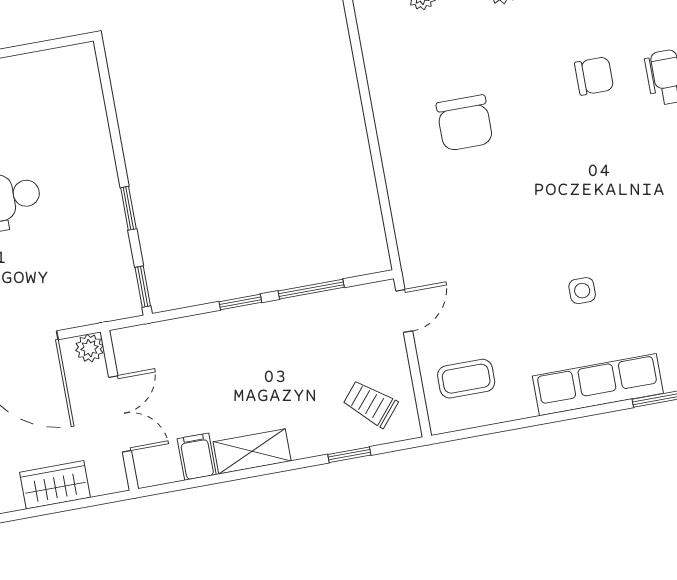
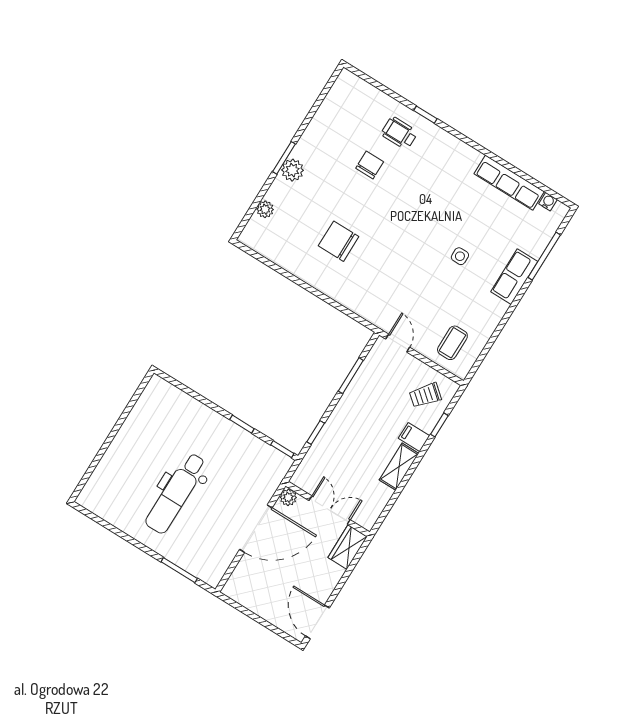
chair: (465, 123) -> (339, 241), turned 180
window: (240, 302) -> (316, 433), moved
row of seats: (598, 385) -> (514, 277), width x0.68
filing cabinet: (197, 457) -> (414, 437), moved
wardrobe: (55, 485) -> (348, 547), moved

